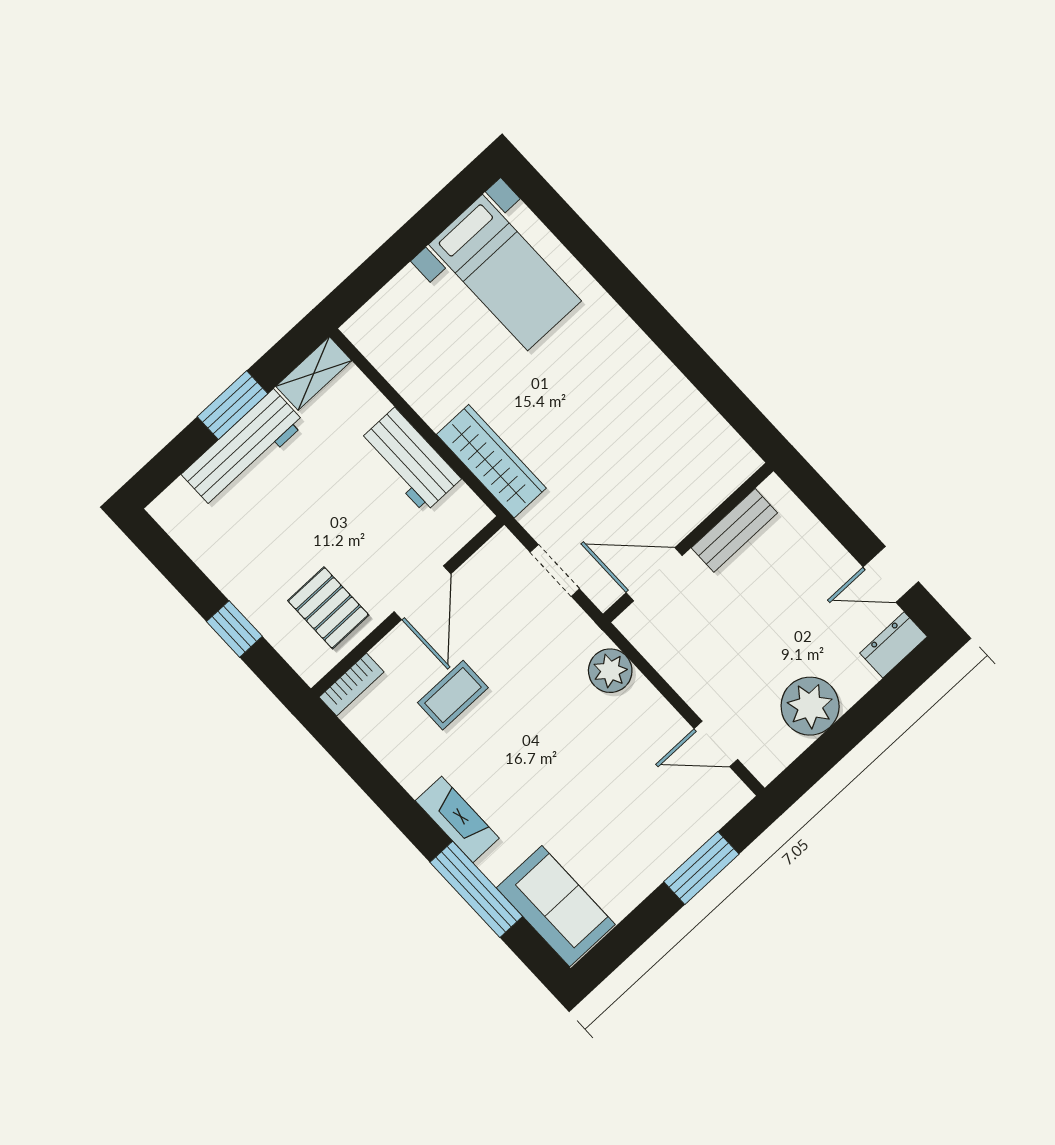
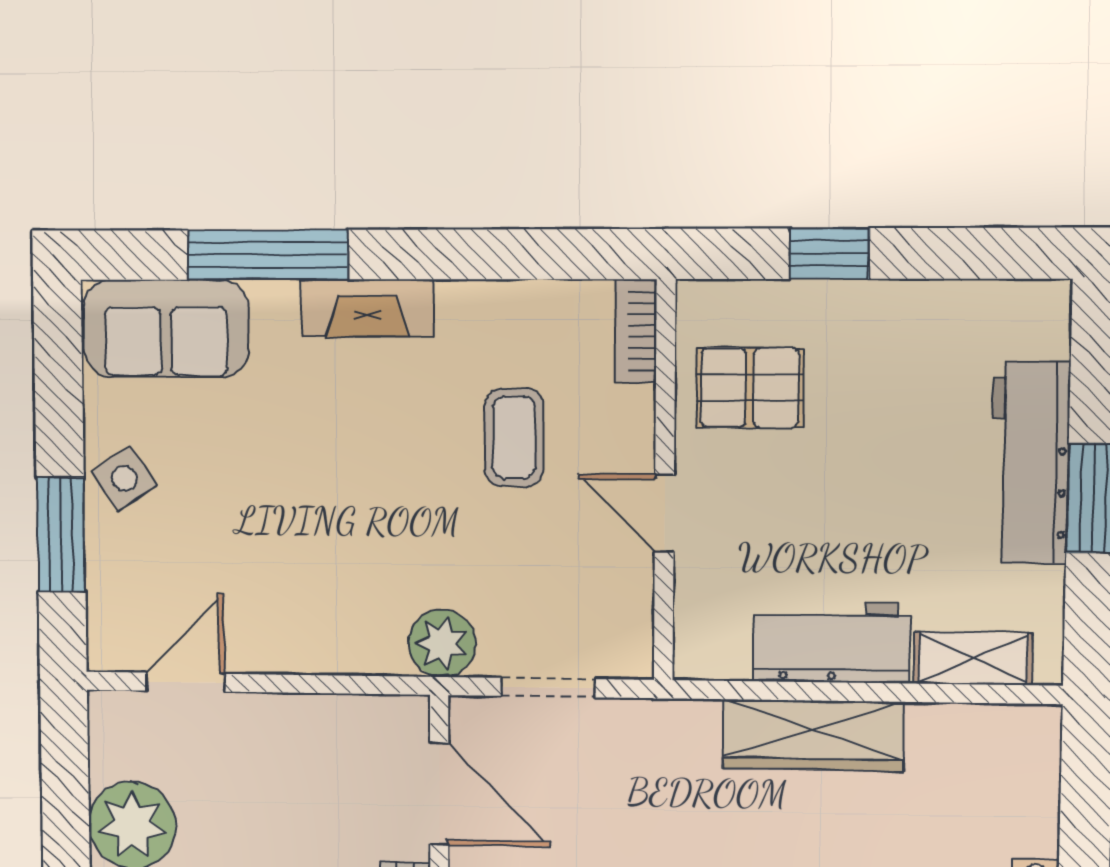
shelving: (314, 373) -> (973, 658), moved, turned 90
wardrobe: (491, 461) -> (813, 735), moved
door: (654, 574) -> (439, 794), hinge flipped
door: (422, 593) -> (664, 513), width x0.73
plant: (610, 671) -> (442, 643), moved
side table: (645, 862) -> (124, 478), added

